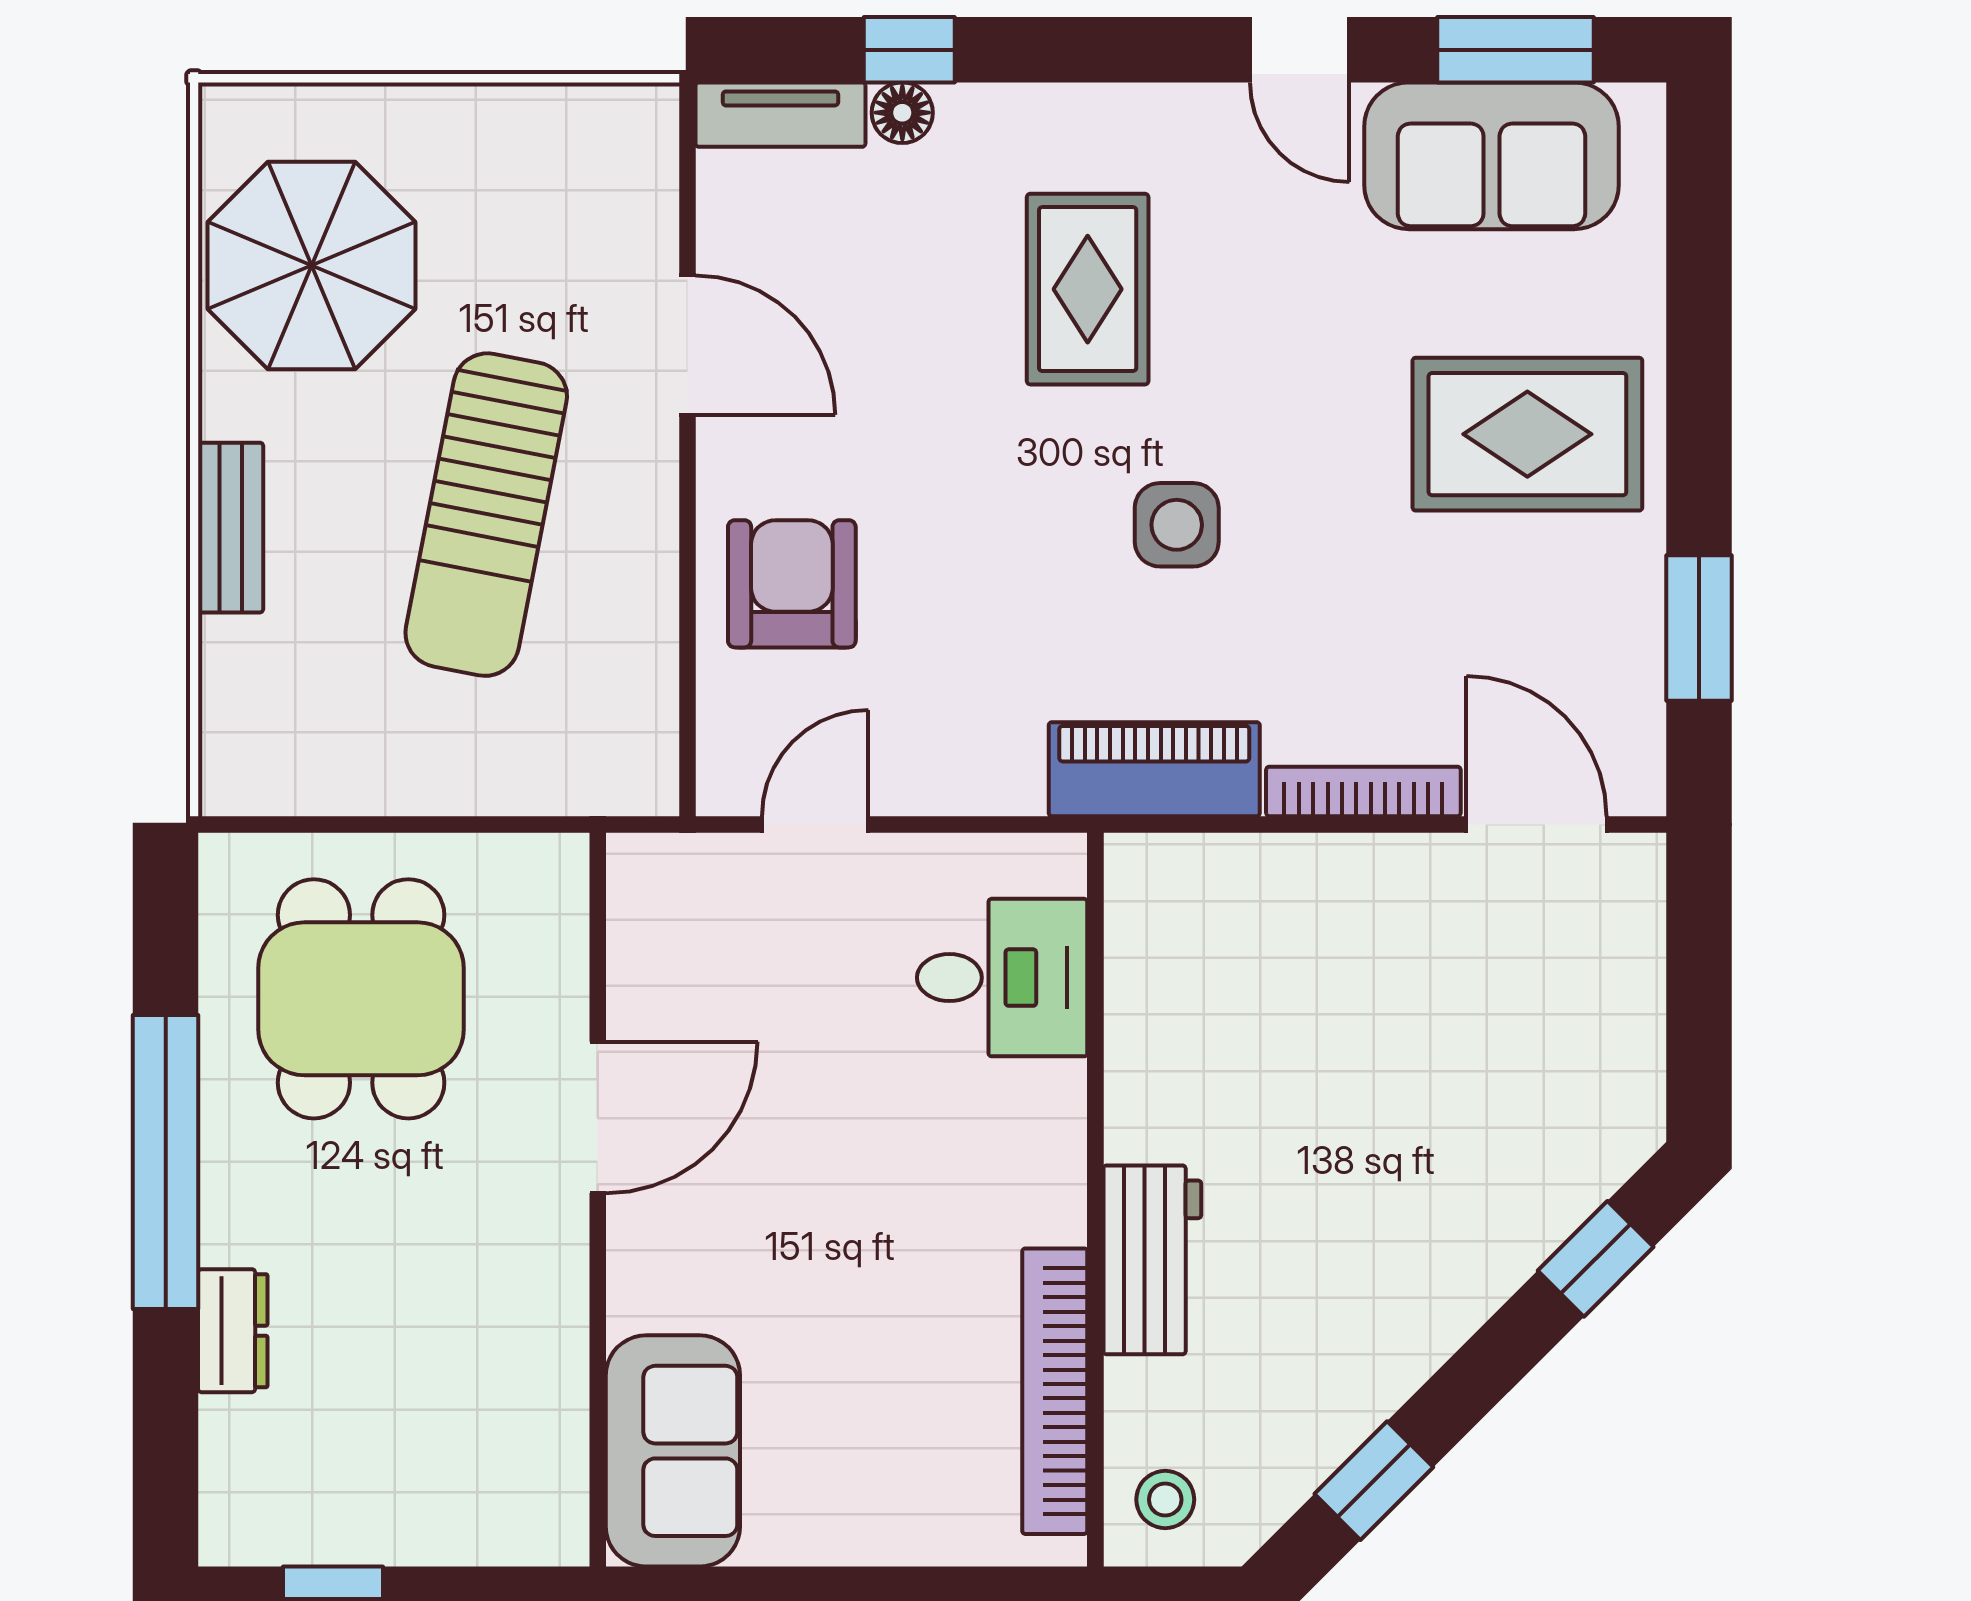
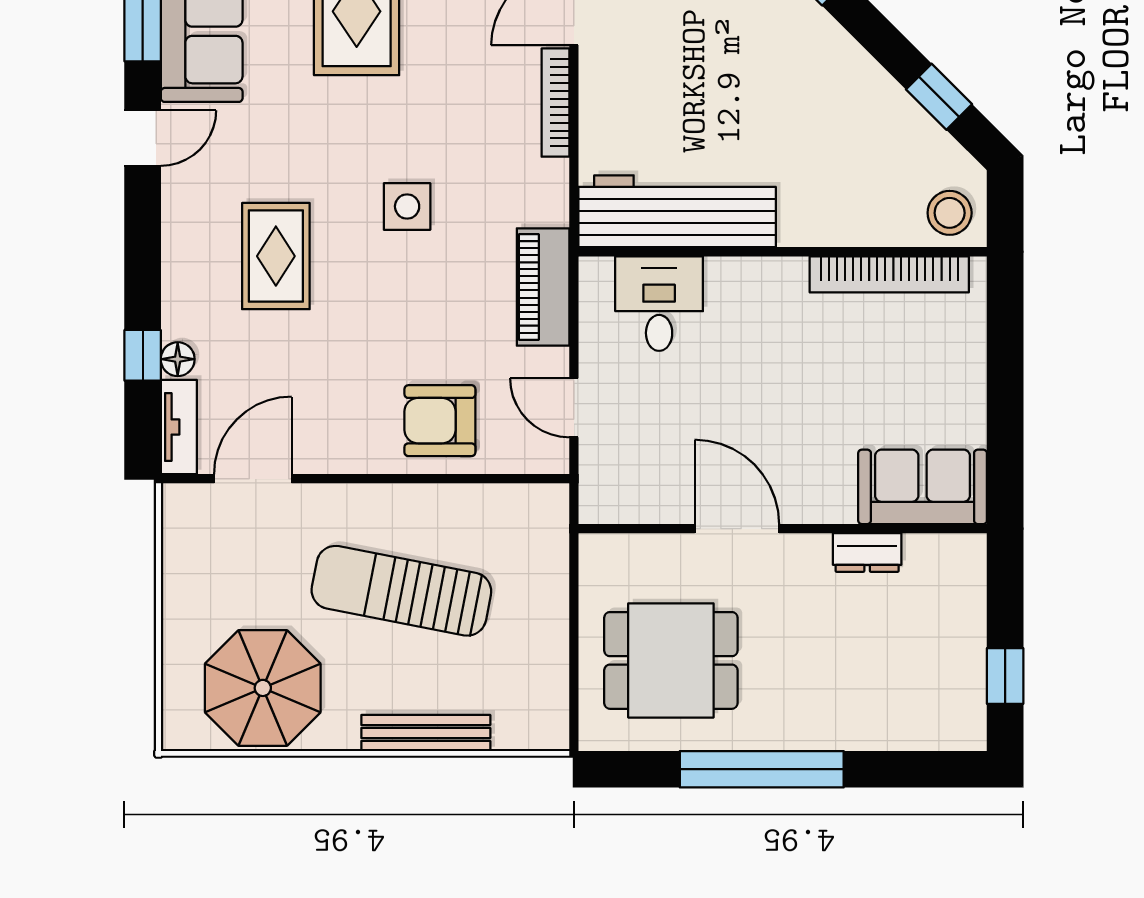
rug: (1088, 289) -> (276, 256), turned 90
door: (688, 345) -> (253, 479), moved
sun lounger: (486, 515) -> (401, 591), turned 180
bench: (231, 528) -> (426, 733), width x1.36
piano: (1154, 769) -> (543, 287), moved
workbench: (1152, 1260) -> (677, 211), moved, width x1.88, depth x1.32
dresser: (233, 1331) -> (867, 552), moved, turned 180
stool: (1165, 1500) -> (950, 213), width x1.37, depth x1.37

